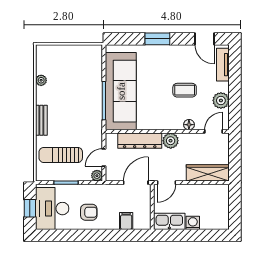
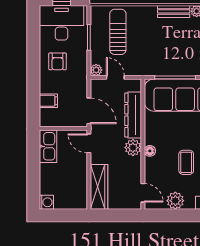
bench: (41, 120) -> (174, 11), moved
floor lamp: (189, 125) -> (150, 151), moved
washing machine: (193, 223) -> (46, 202), moved

